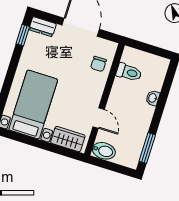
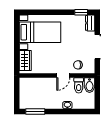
door: (99, 118) -> (63, 75), moved
bidet: (104, 151) -> (89, 85), moved

